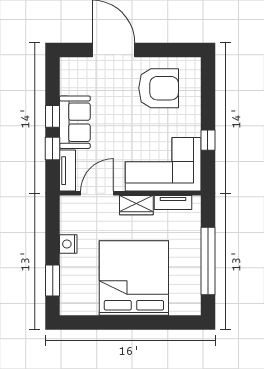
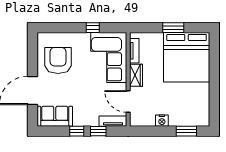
sofa: (75, 122) -> (55, 116), moved
window: (208, 261) -> (173, 28), width x0.47
bed: (134, 278) -> (187, 57), moved, turned -90

